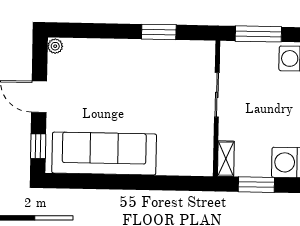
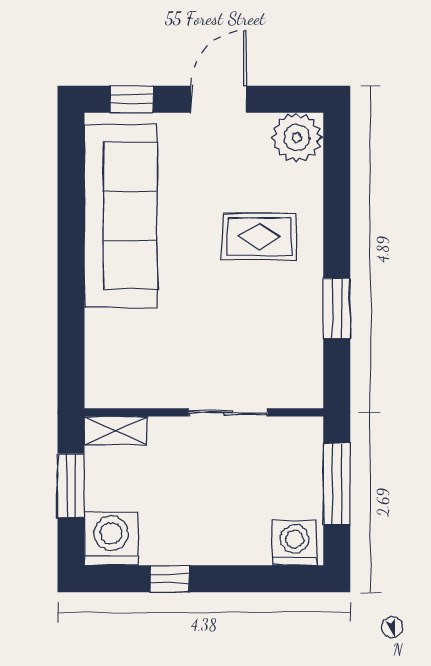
plant: (55, 46) -> (297, 137), width x1.88, depth x1.88
rug: (117, 75) -> (259, 236), added

